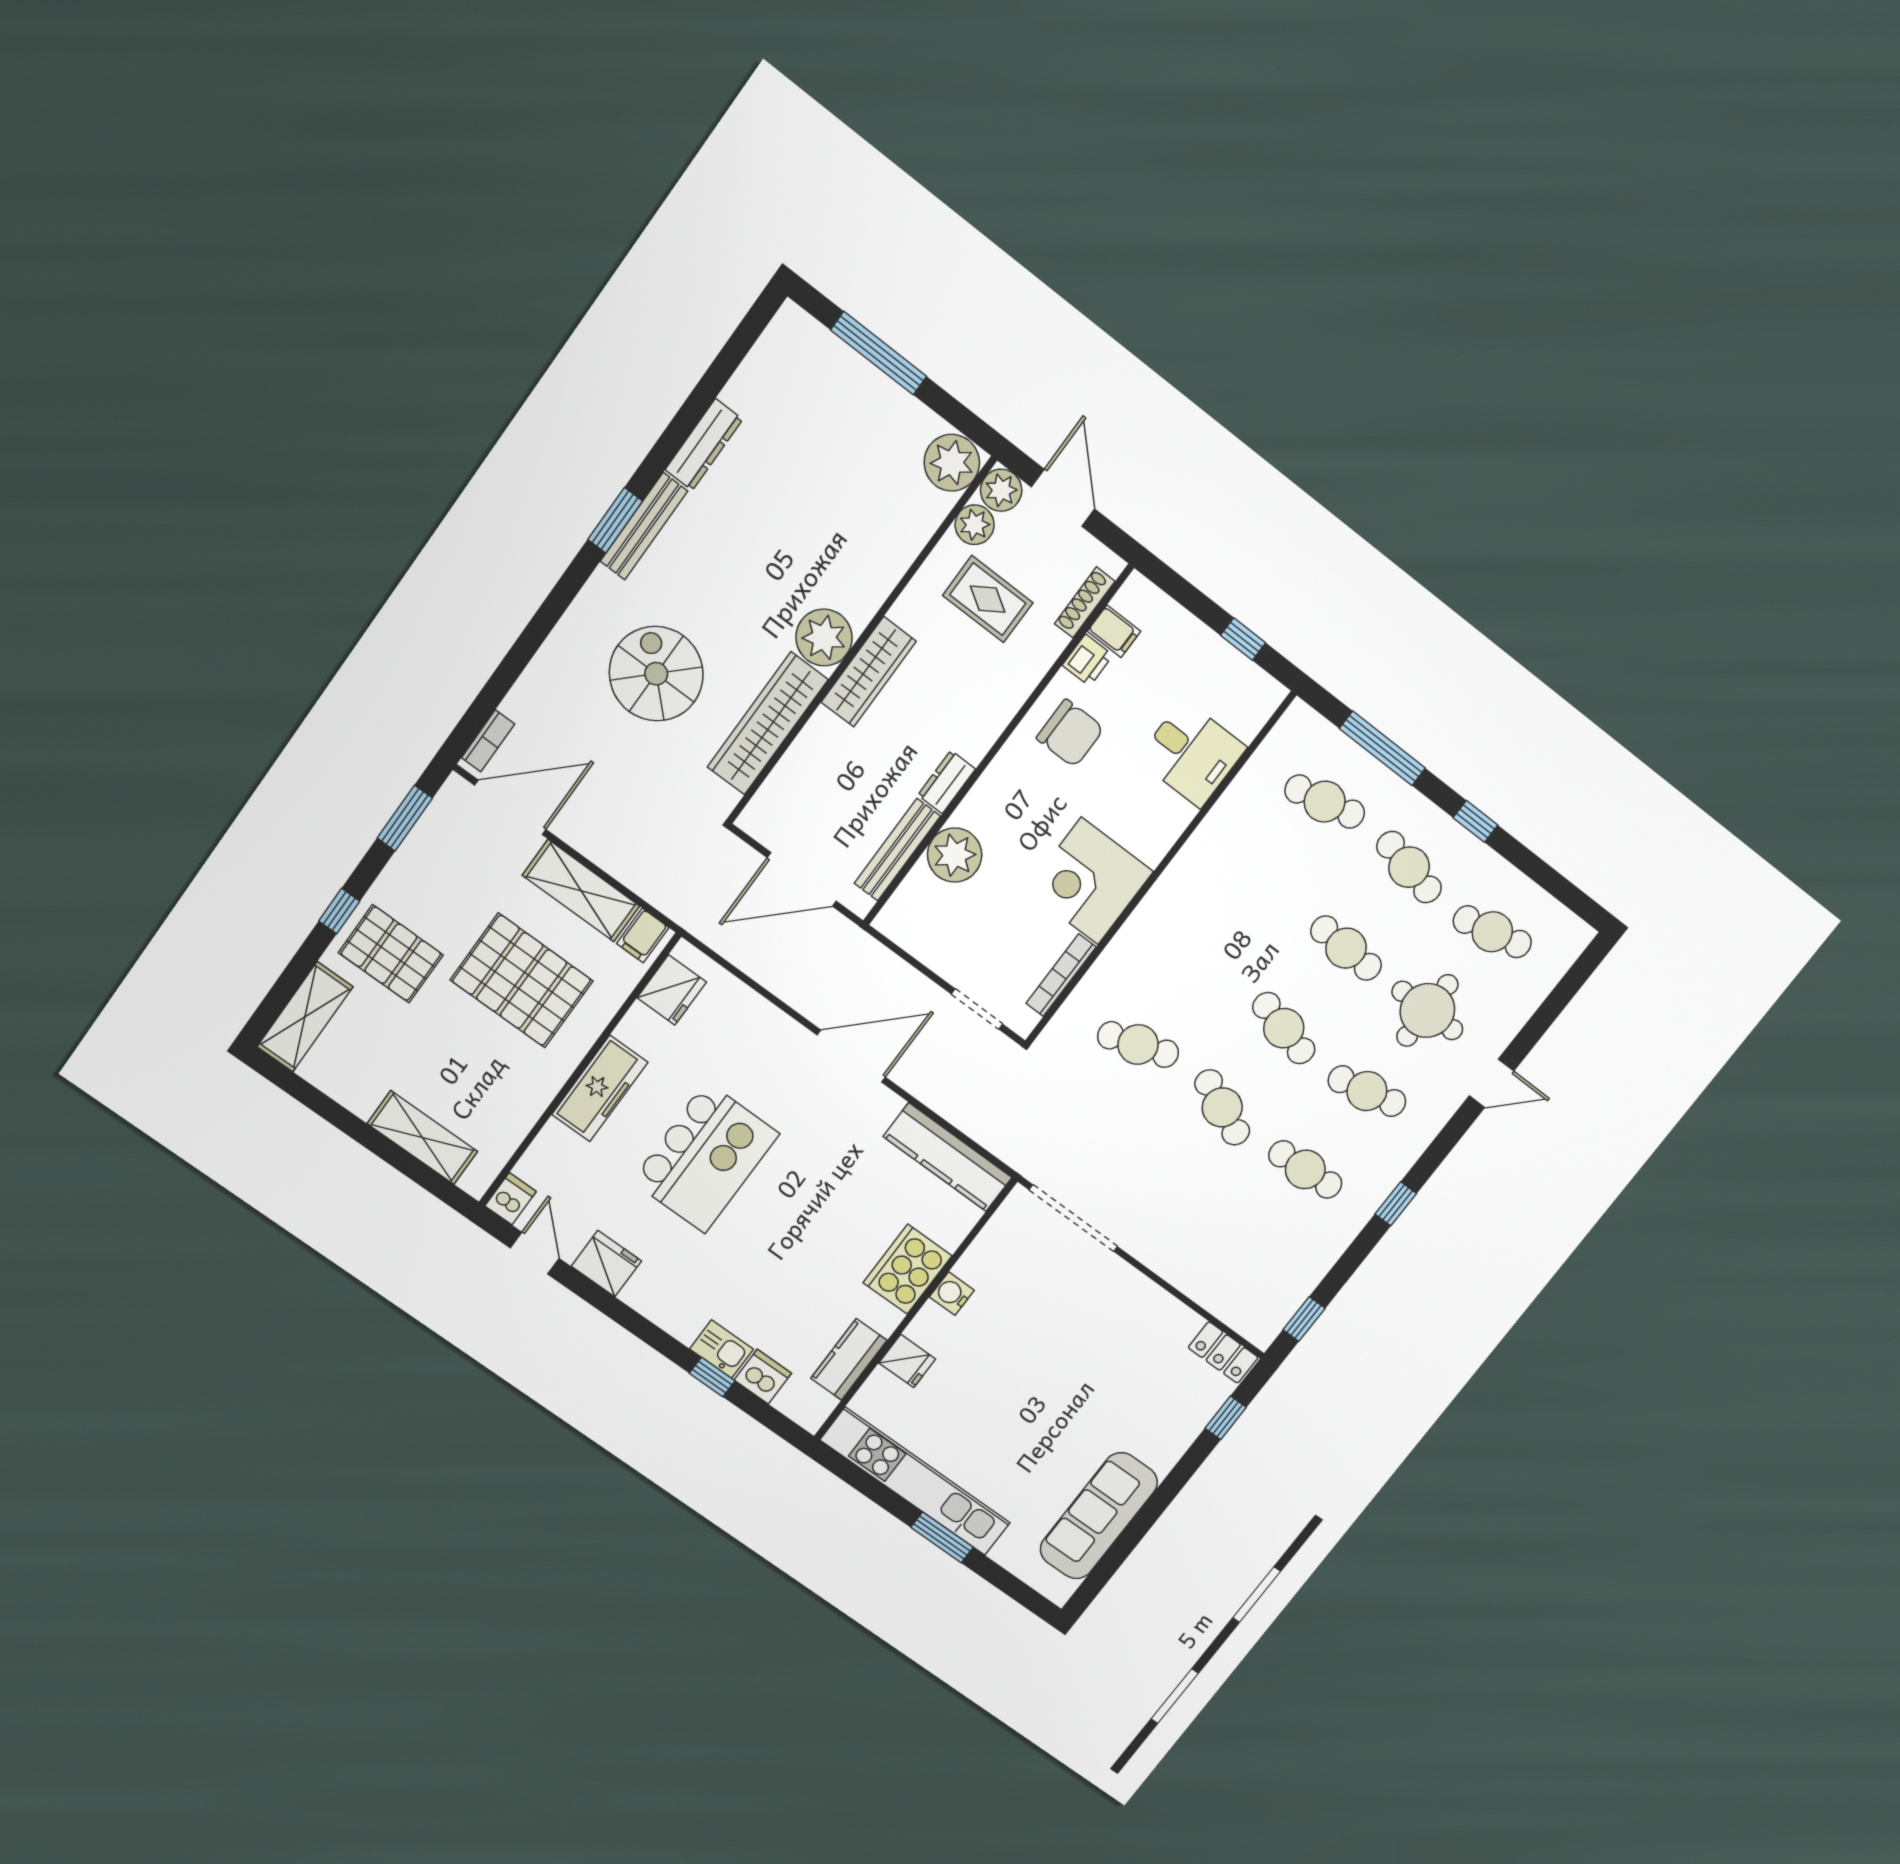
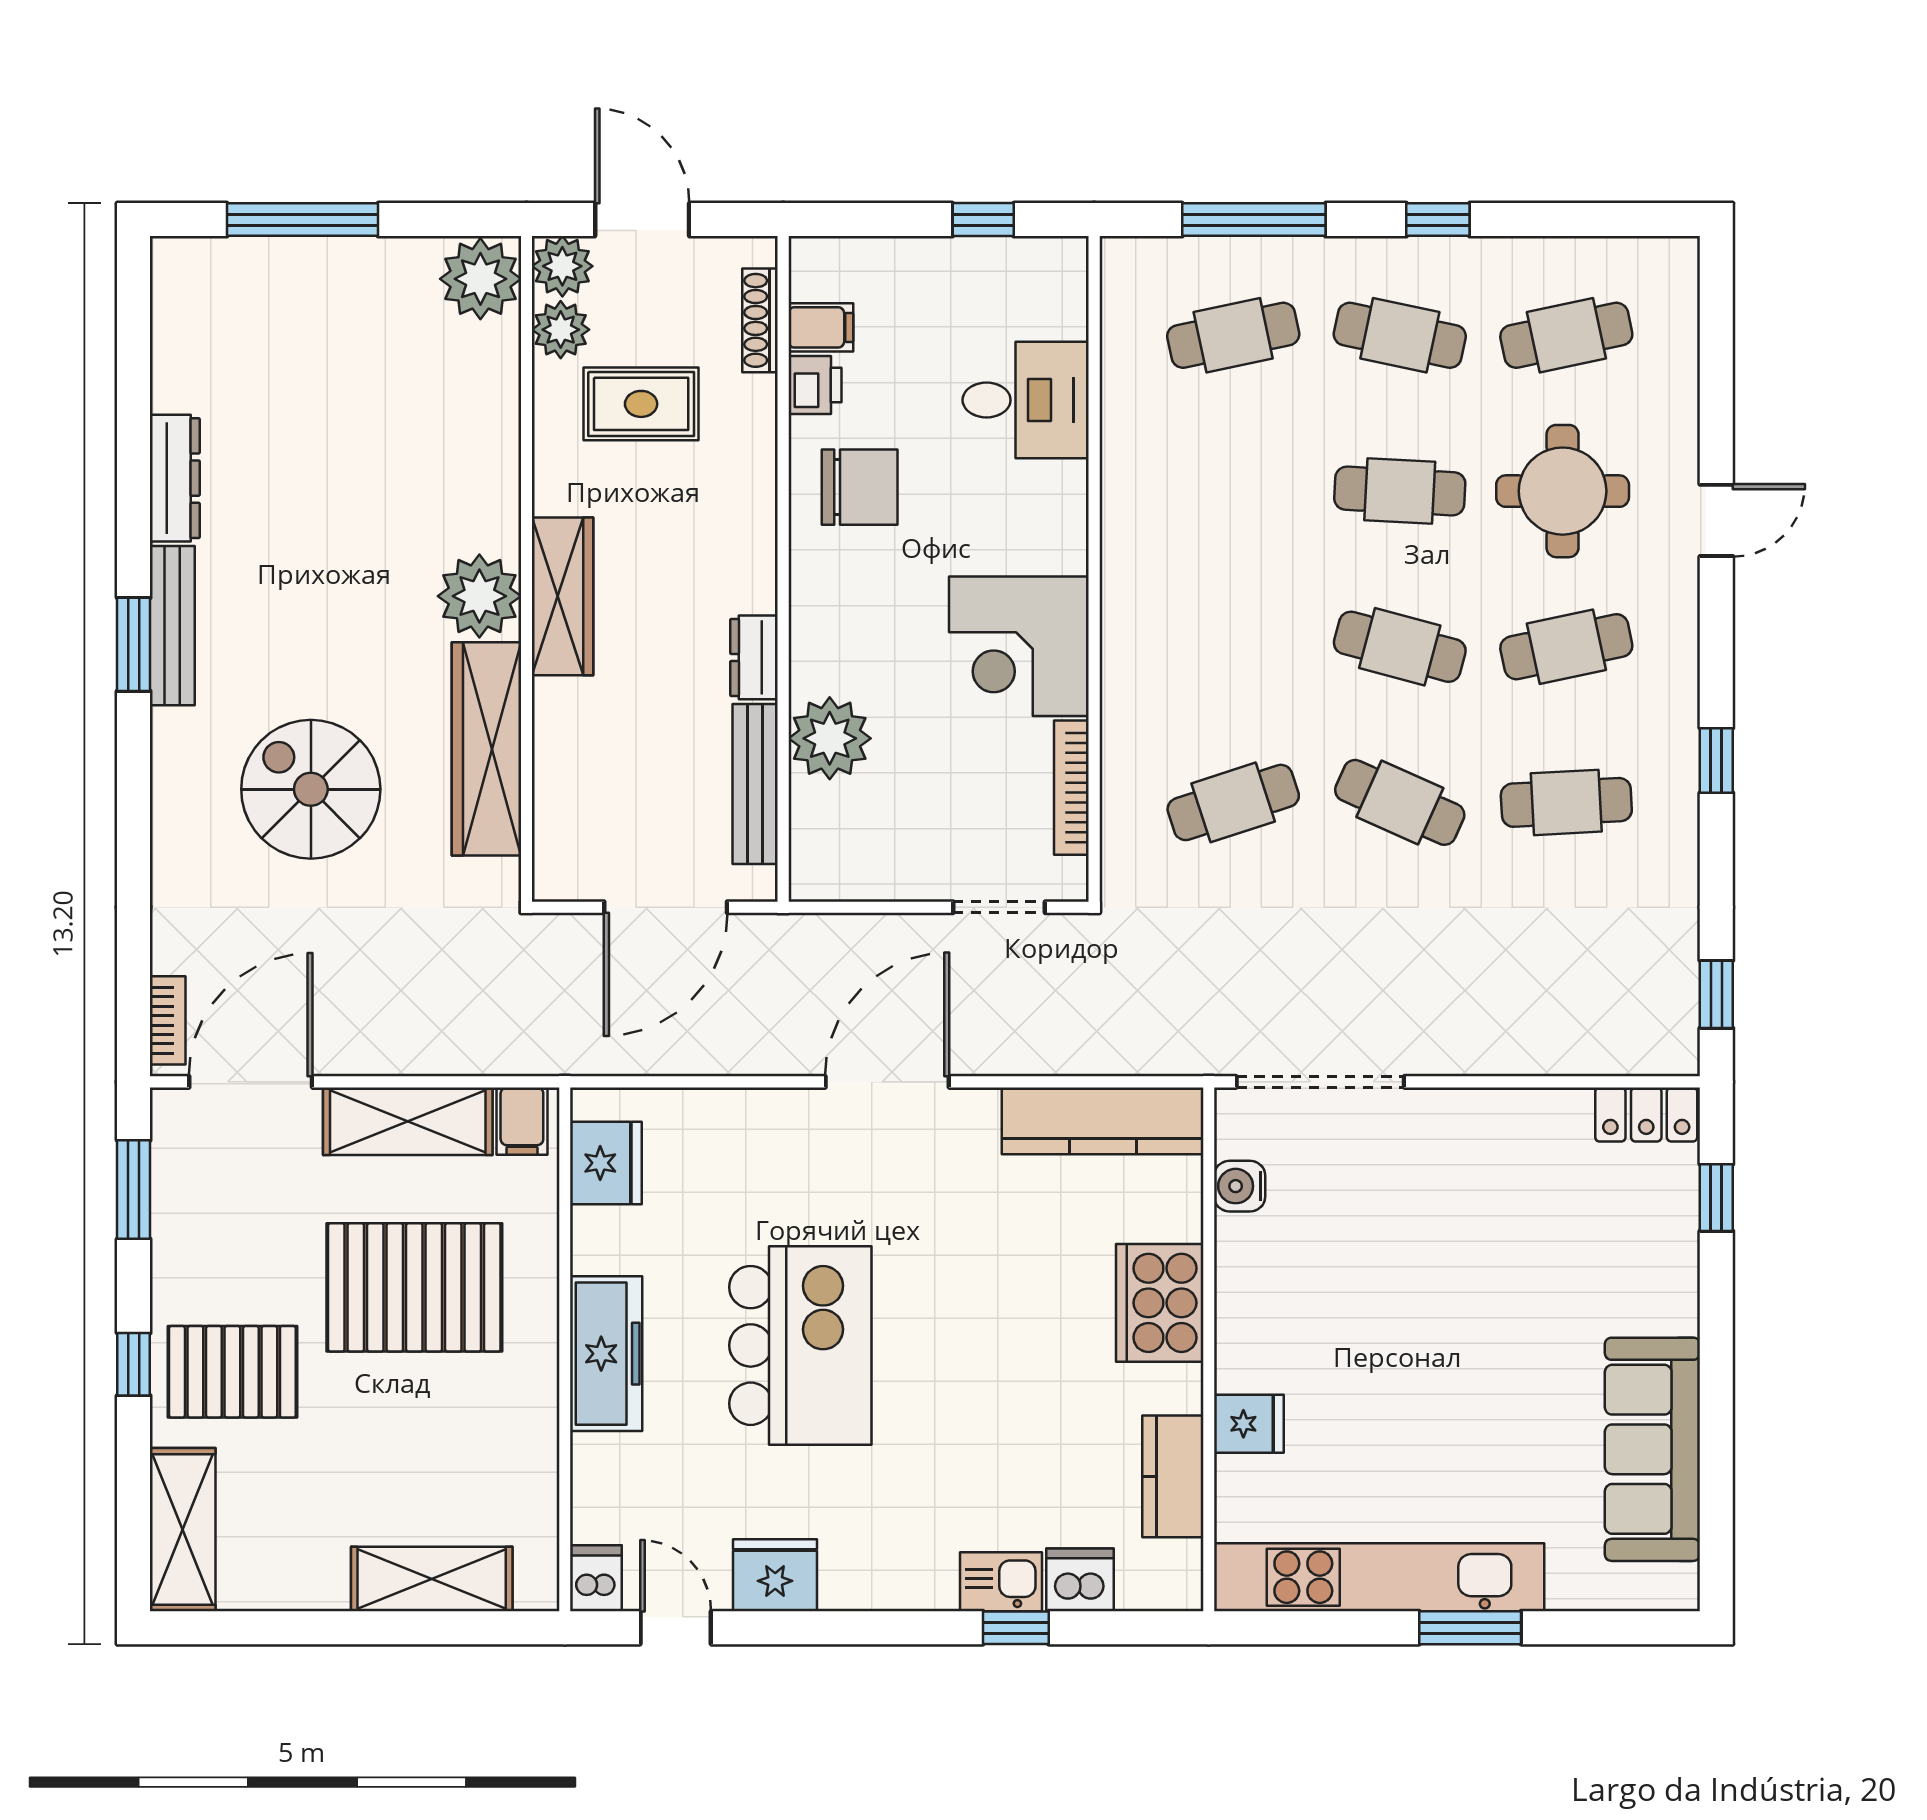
water cooler: (952, 1294) -> (1240, 1186), moved

